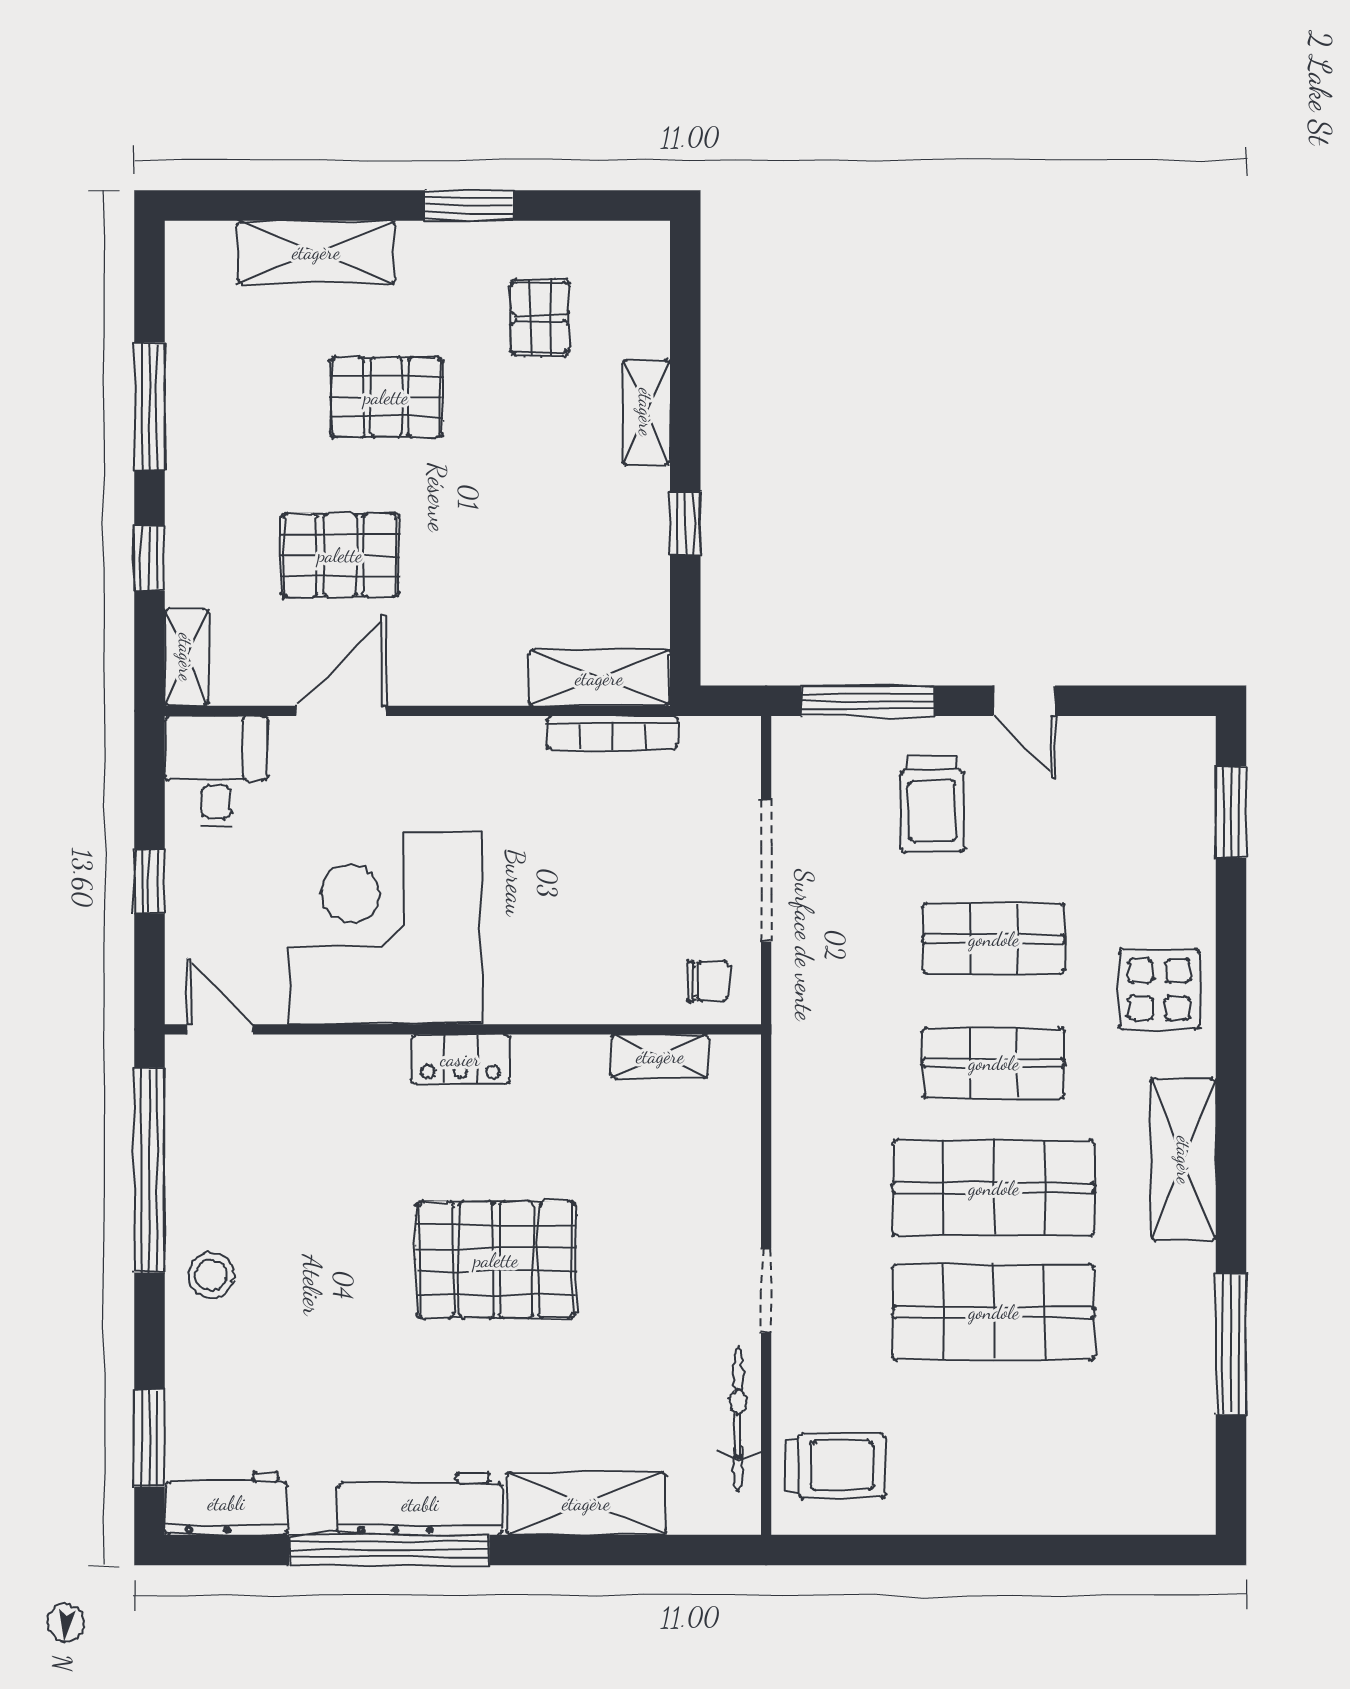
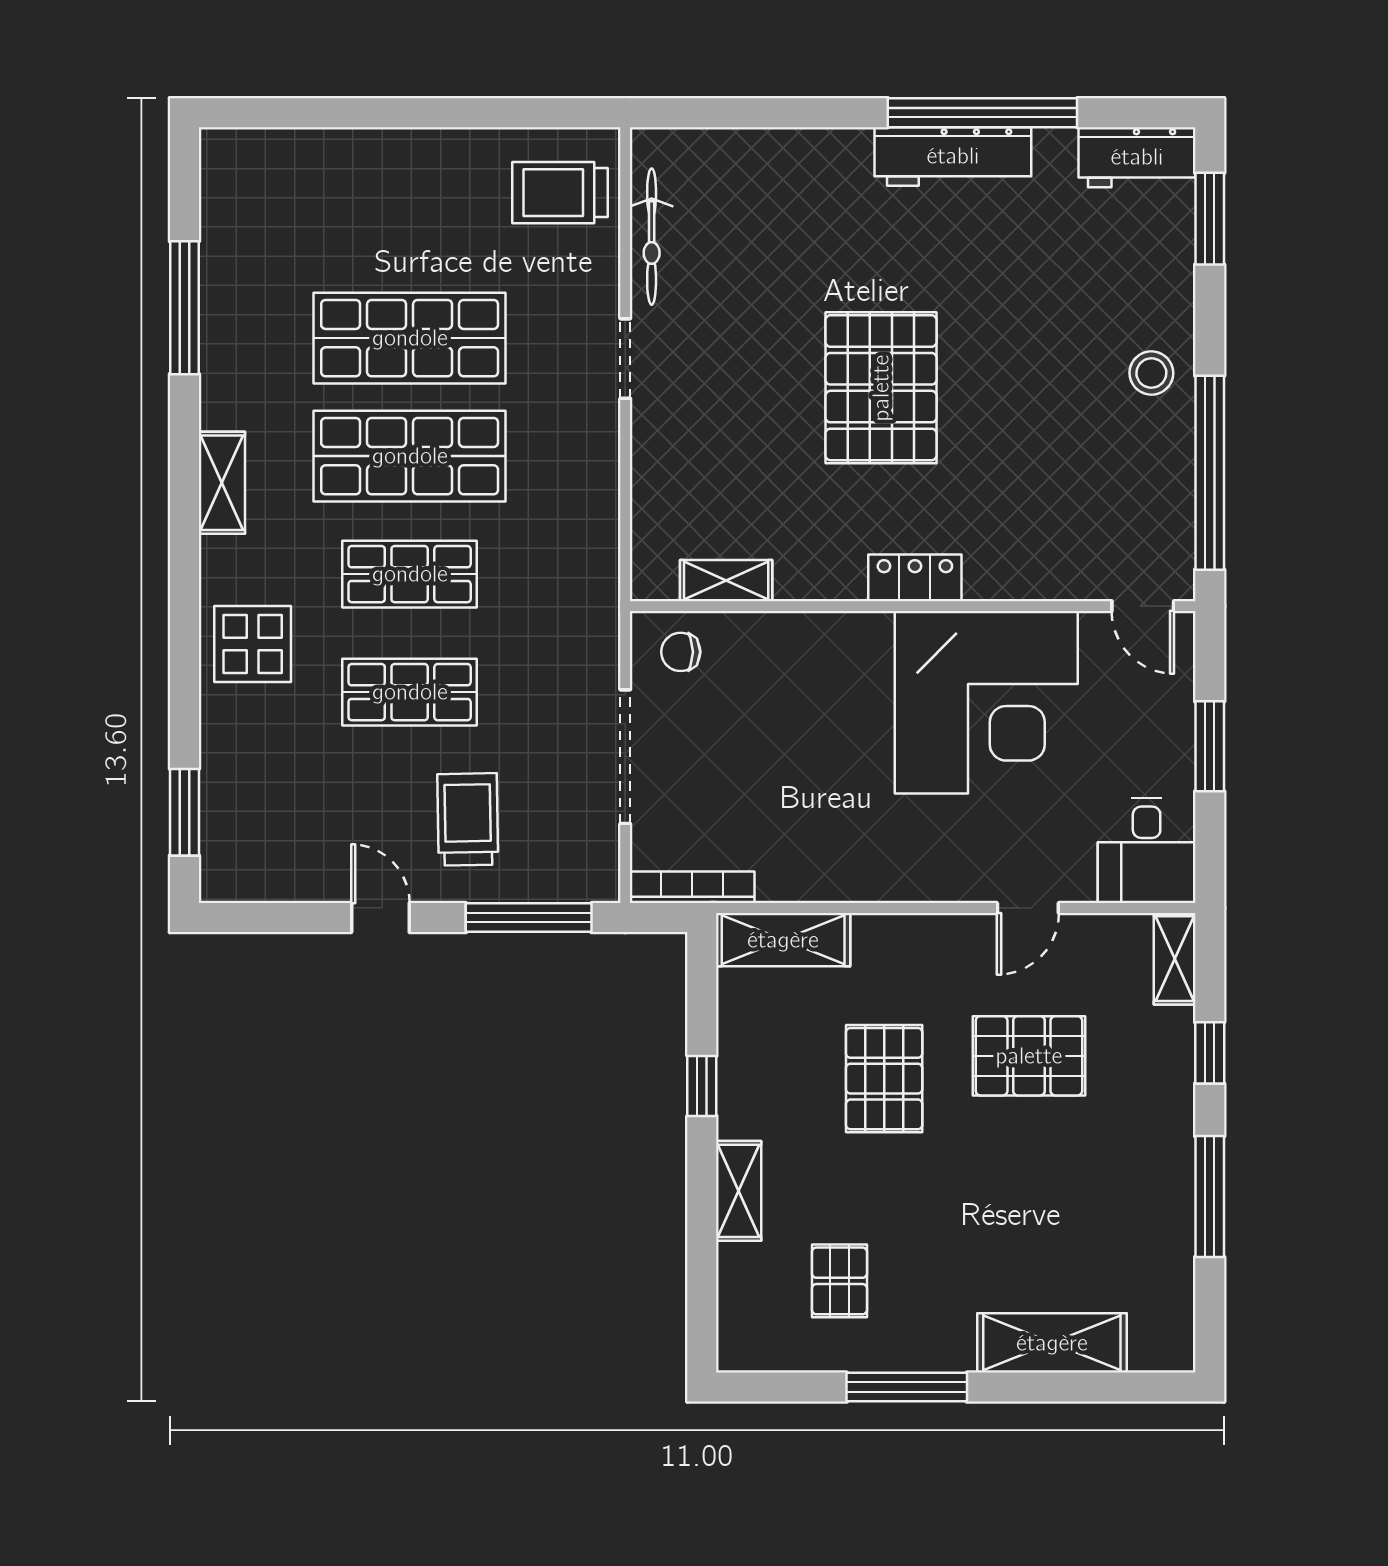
window: (469, 205) -> (907, 1387), width x1.44
pallet: (386, 397) -> (884, 1079), moved, turned 90
door: (341, 711) -> (1028, 908), width x0.73
bookcase: (612, 733) -> (692, 887), moved
window: (149, 882) -> (1210, 746), width x1.50
shelving: (1184, 1160) -> (222, 483), width x0.67, depth x0.75
pallet: (496, 1260) -> (881, 388), turned 90
shelving: (586, 1503) -> (796, 157), removed

